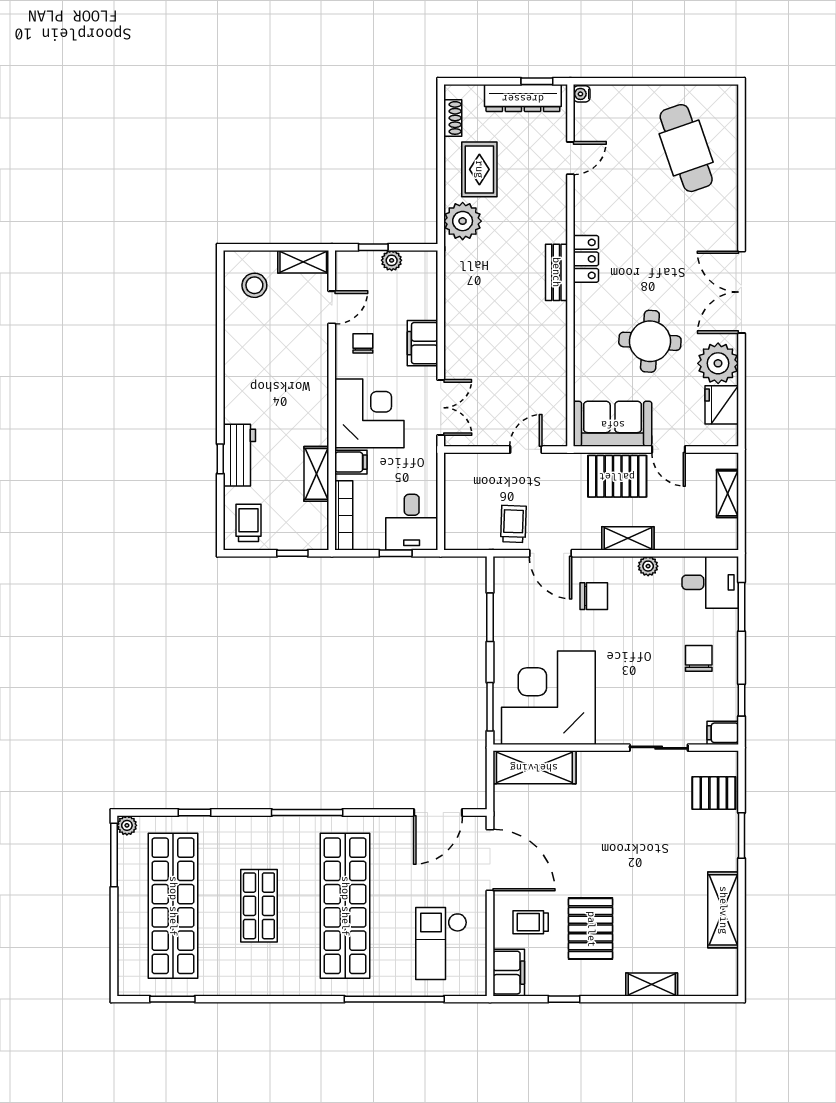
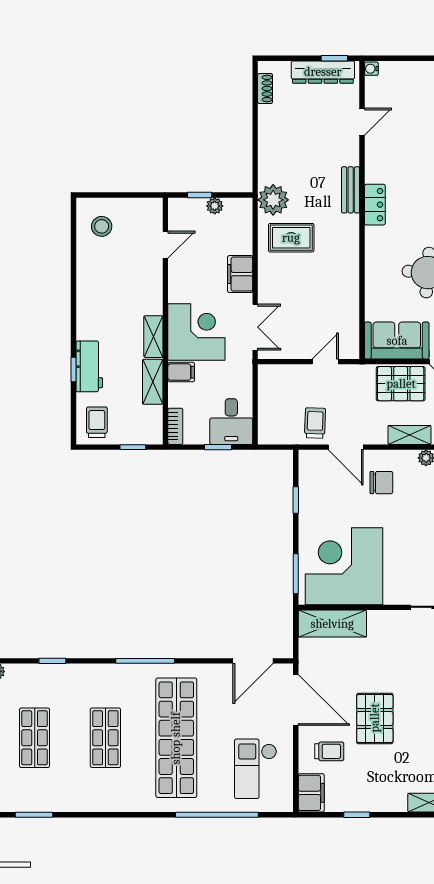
rug: (479, 169) -> (291, 238), moved, turned 90
plant: (463, 221) -> (273, 200), moved
shelving: (303, 262) -> (153, 337), moved, turned 90
bench: (556, 272) -> (351, 190), moved
chair: (363, 343) -> (191, 274), removed
bookcase: (344, 515) -> (175, 426), width x0.64
window: (490, 617) -> (296, 500), width x0.67
shop shelf: (173, 906) -> (35, 738), width x0.50, depth x0.74
trolley: (531, 922) -> (329, 751), turned 180
pallet: (591, 929) -> (375, 718), moved

